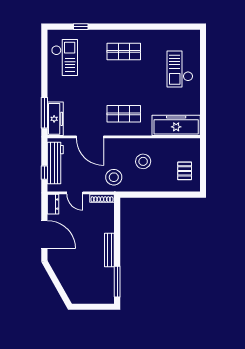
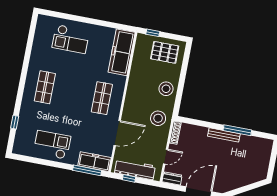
checkout: (65, 58) -> (52, 145), moved
window: (203, 154) -> (153, 33), added
stool: (143, 161) -> (166, 89), moved
pallet: (185, 171) -> (165, 52), width x1.50, depth x1.42
window: (44, 173) -> (129, 178), moved
window: (117, 282) -> (237, 130), moved

